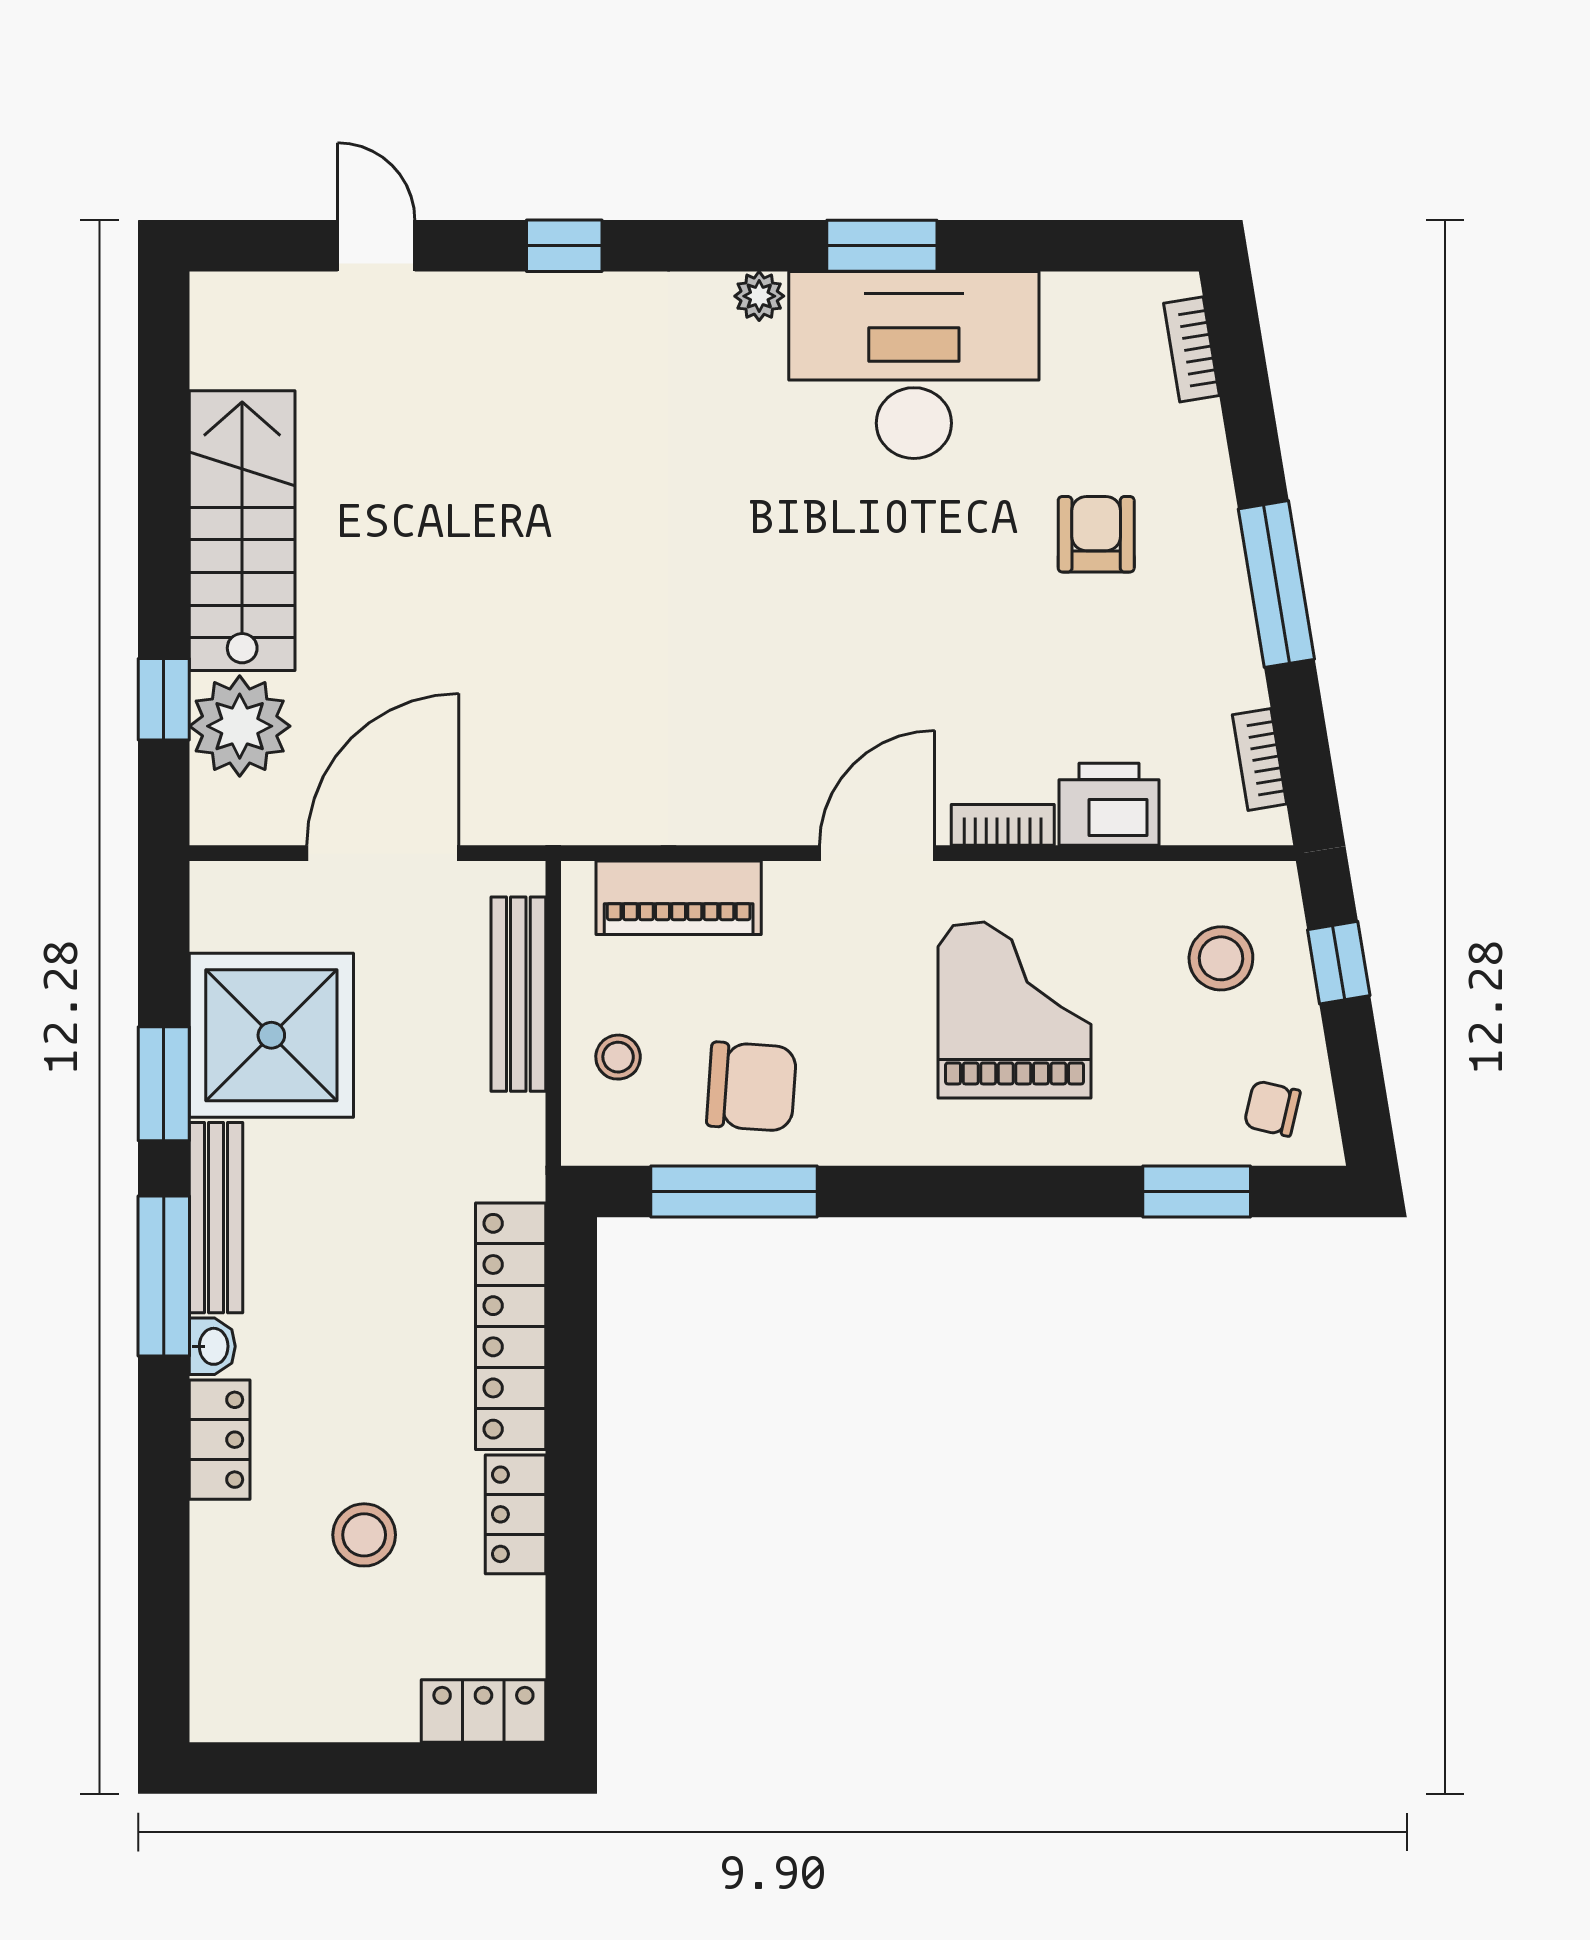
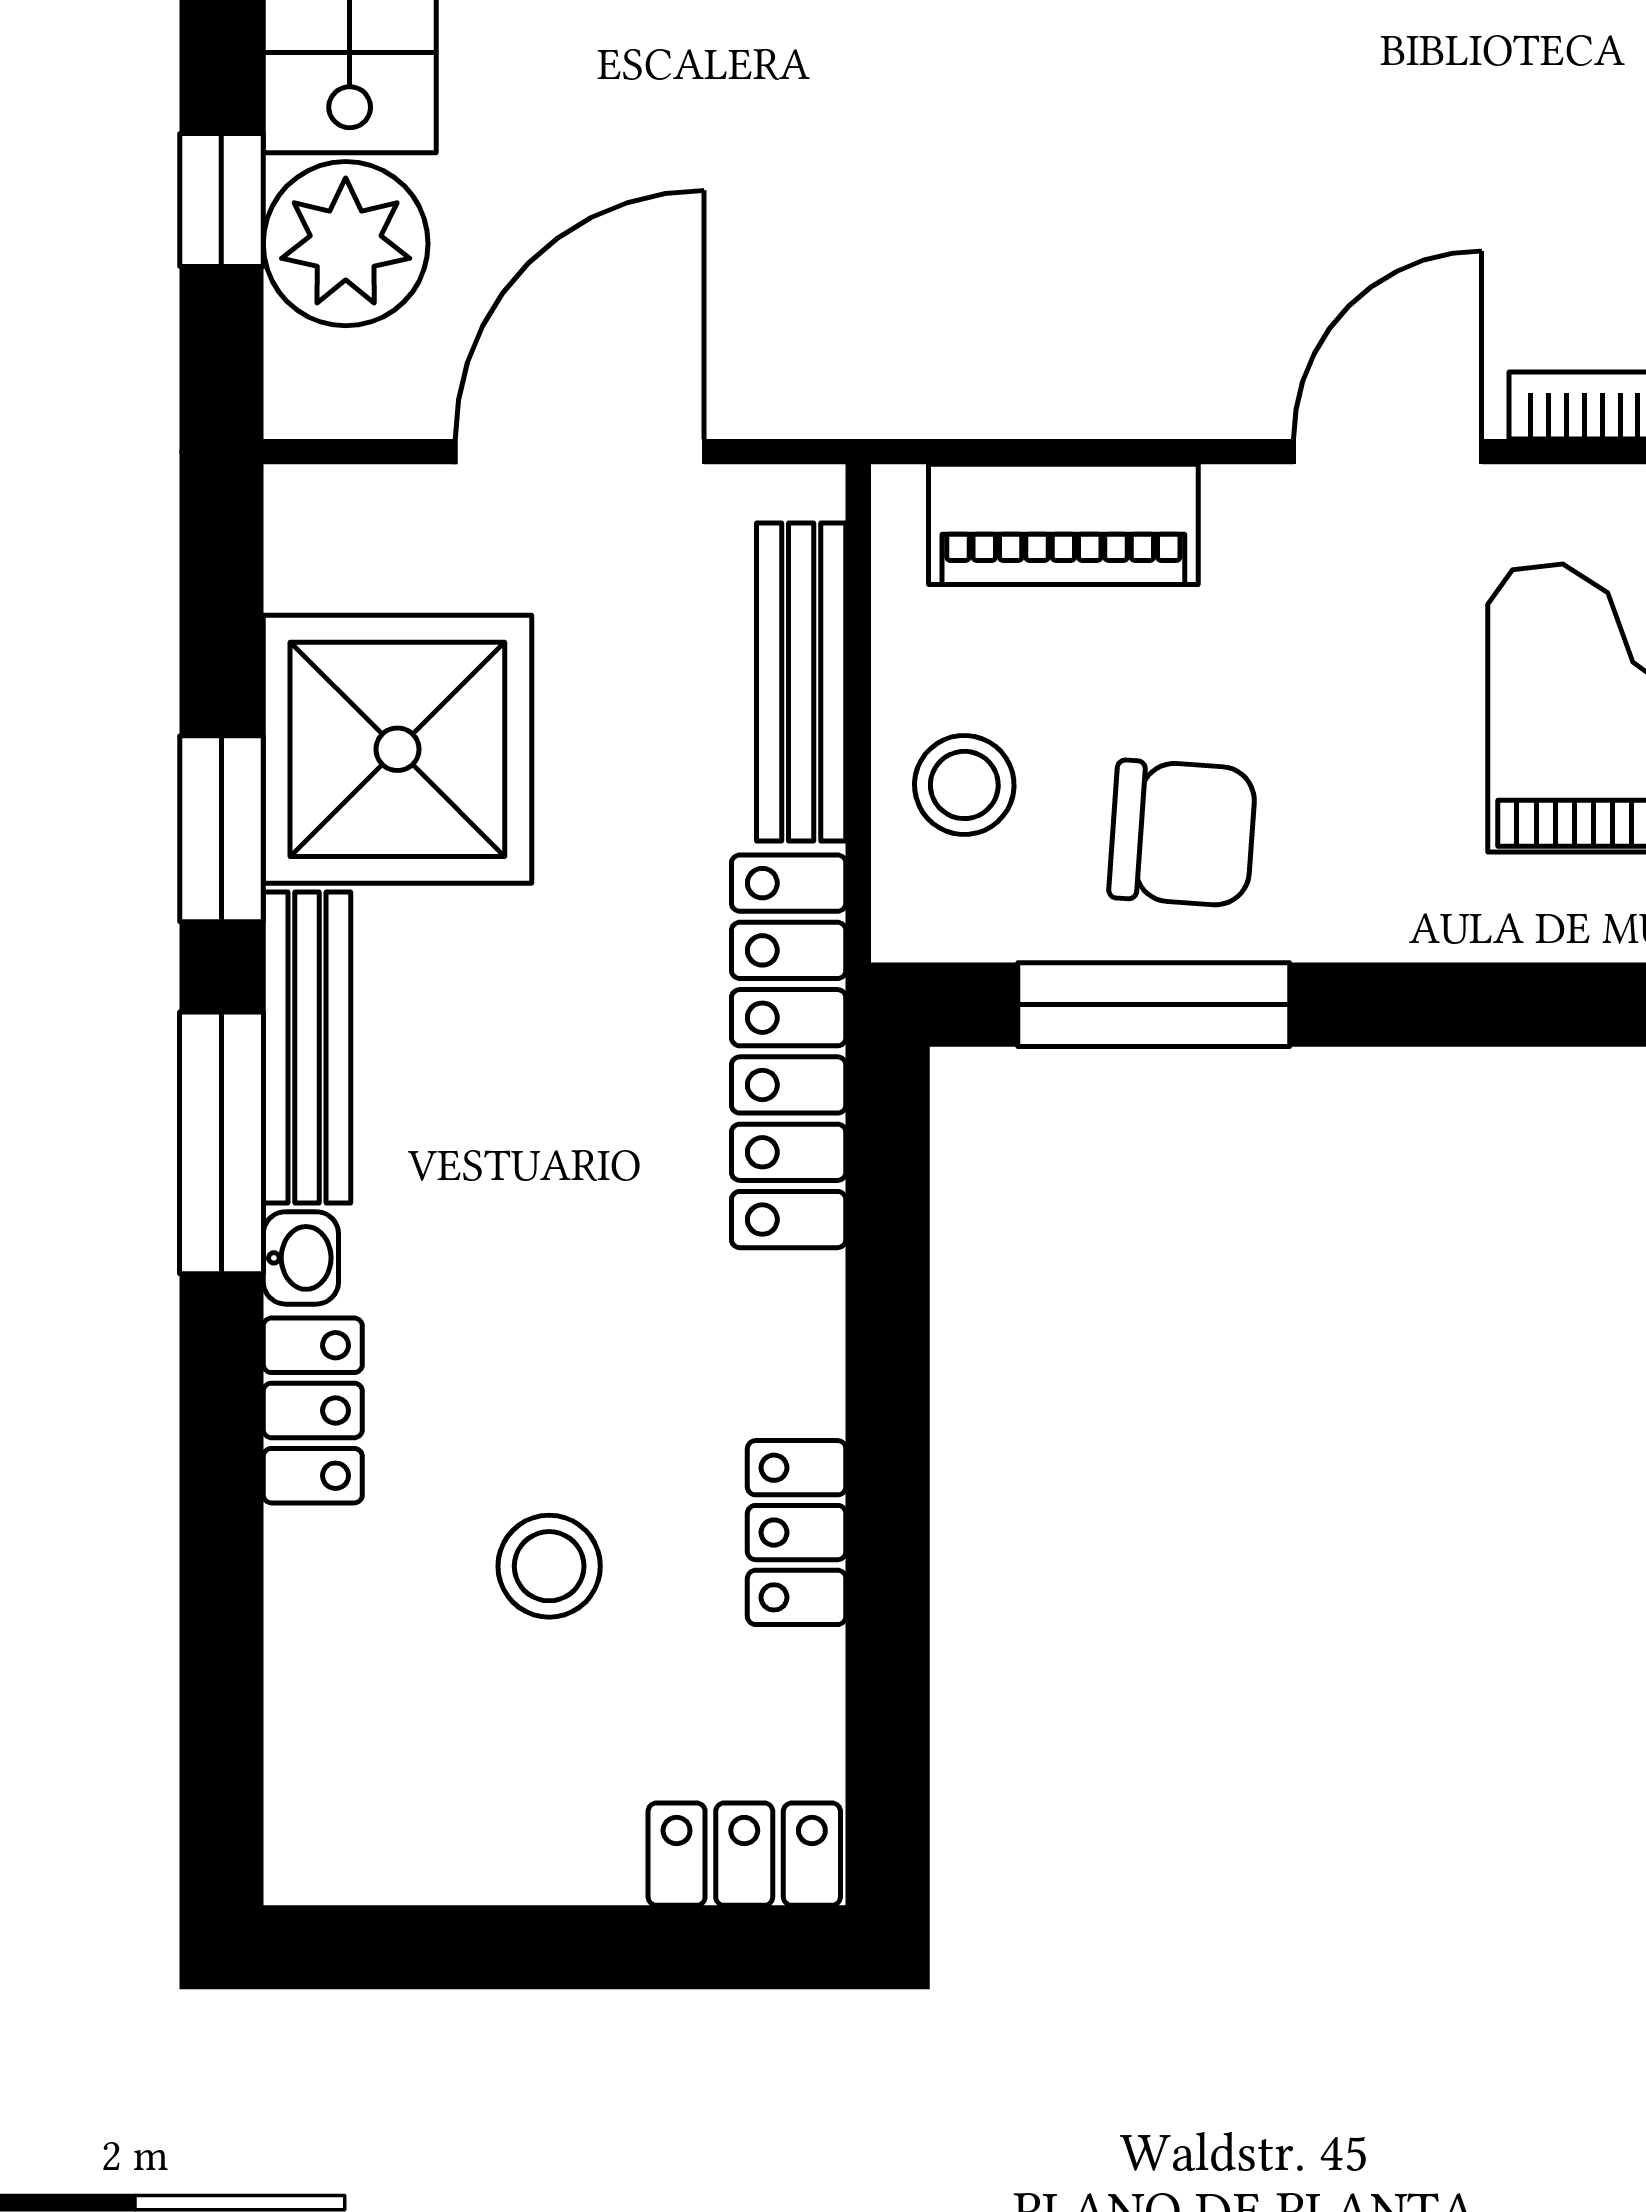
stool: (618, 1057) -> (964, 785), width x1.37, depth x1.37
locker: (511, 1326) -> (789, 1051), moved

